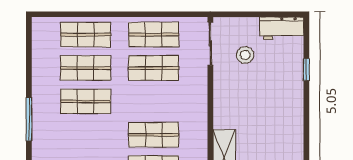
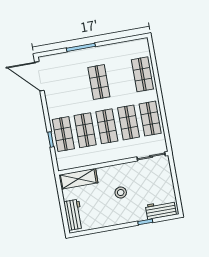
workbench: (282, 28) -> (161, 210), moved, turned 90
stool: (245, 55) -> (121, 193), moved
shop shelf: (86, 68) -> (107, 126), moved

